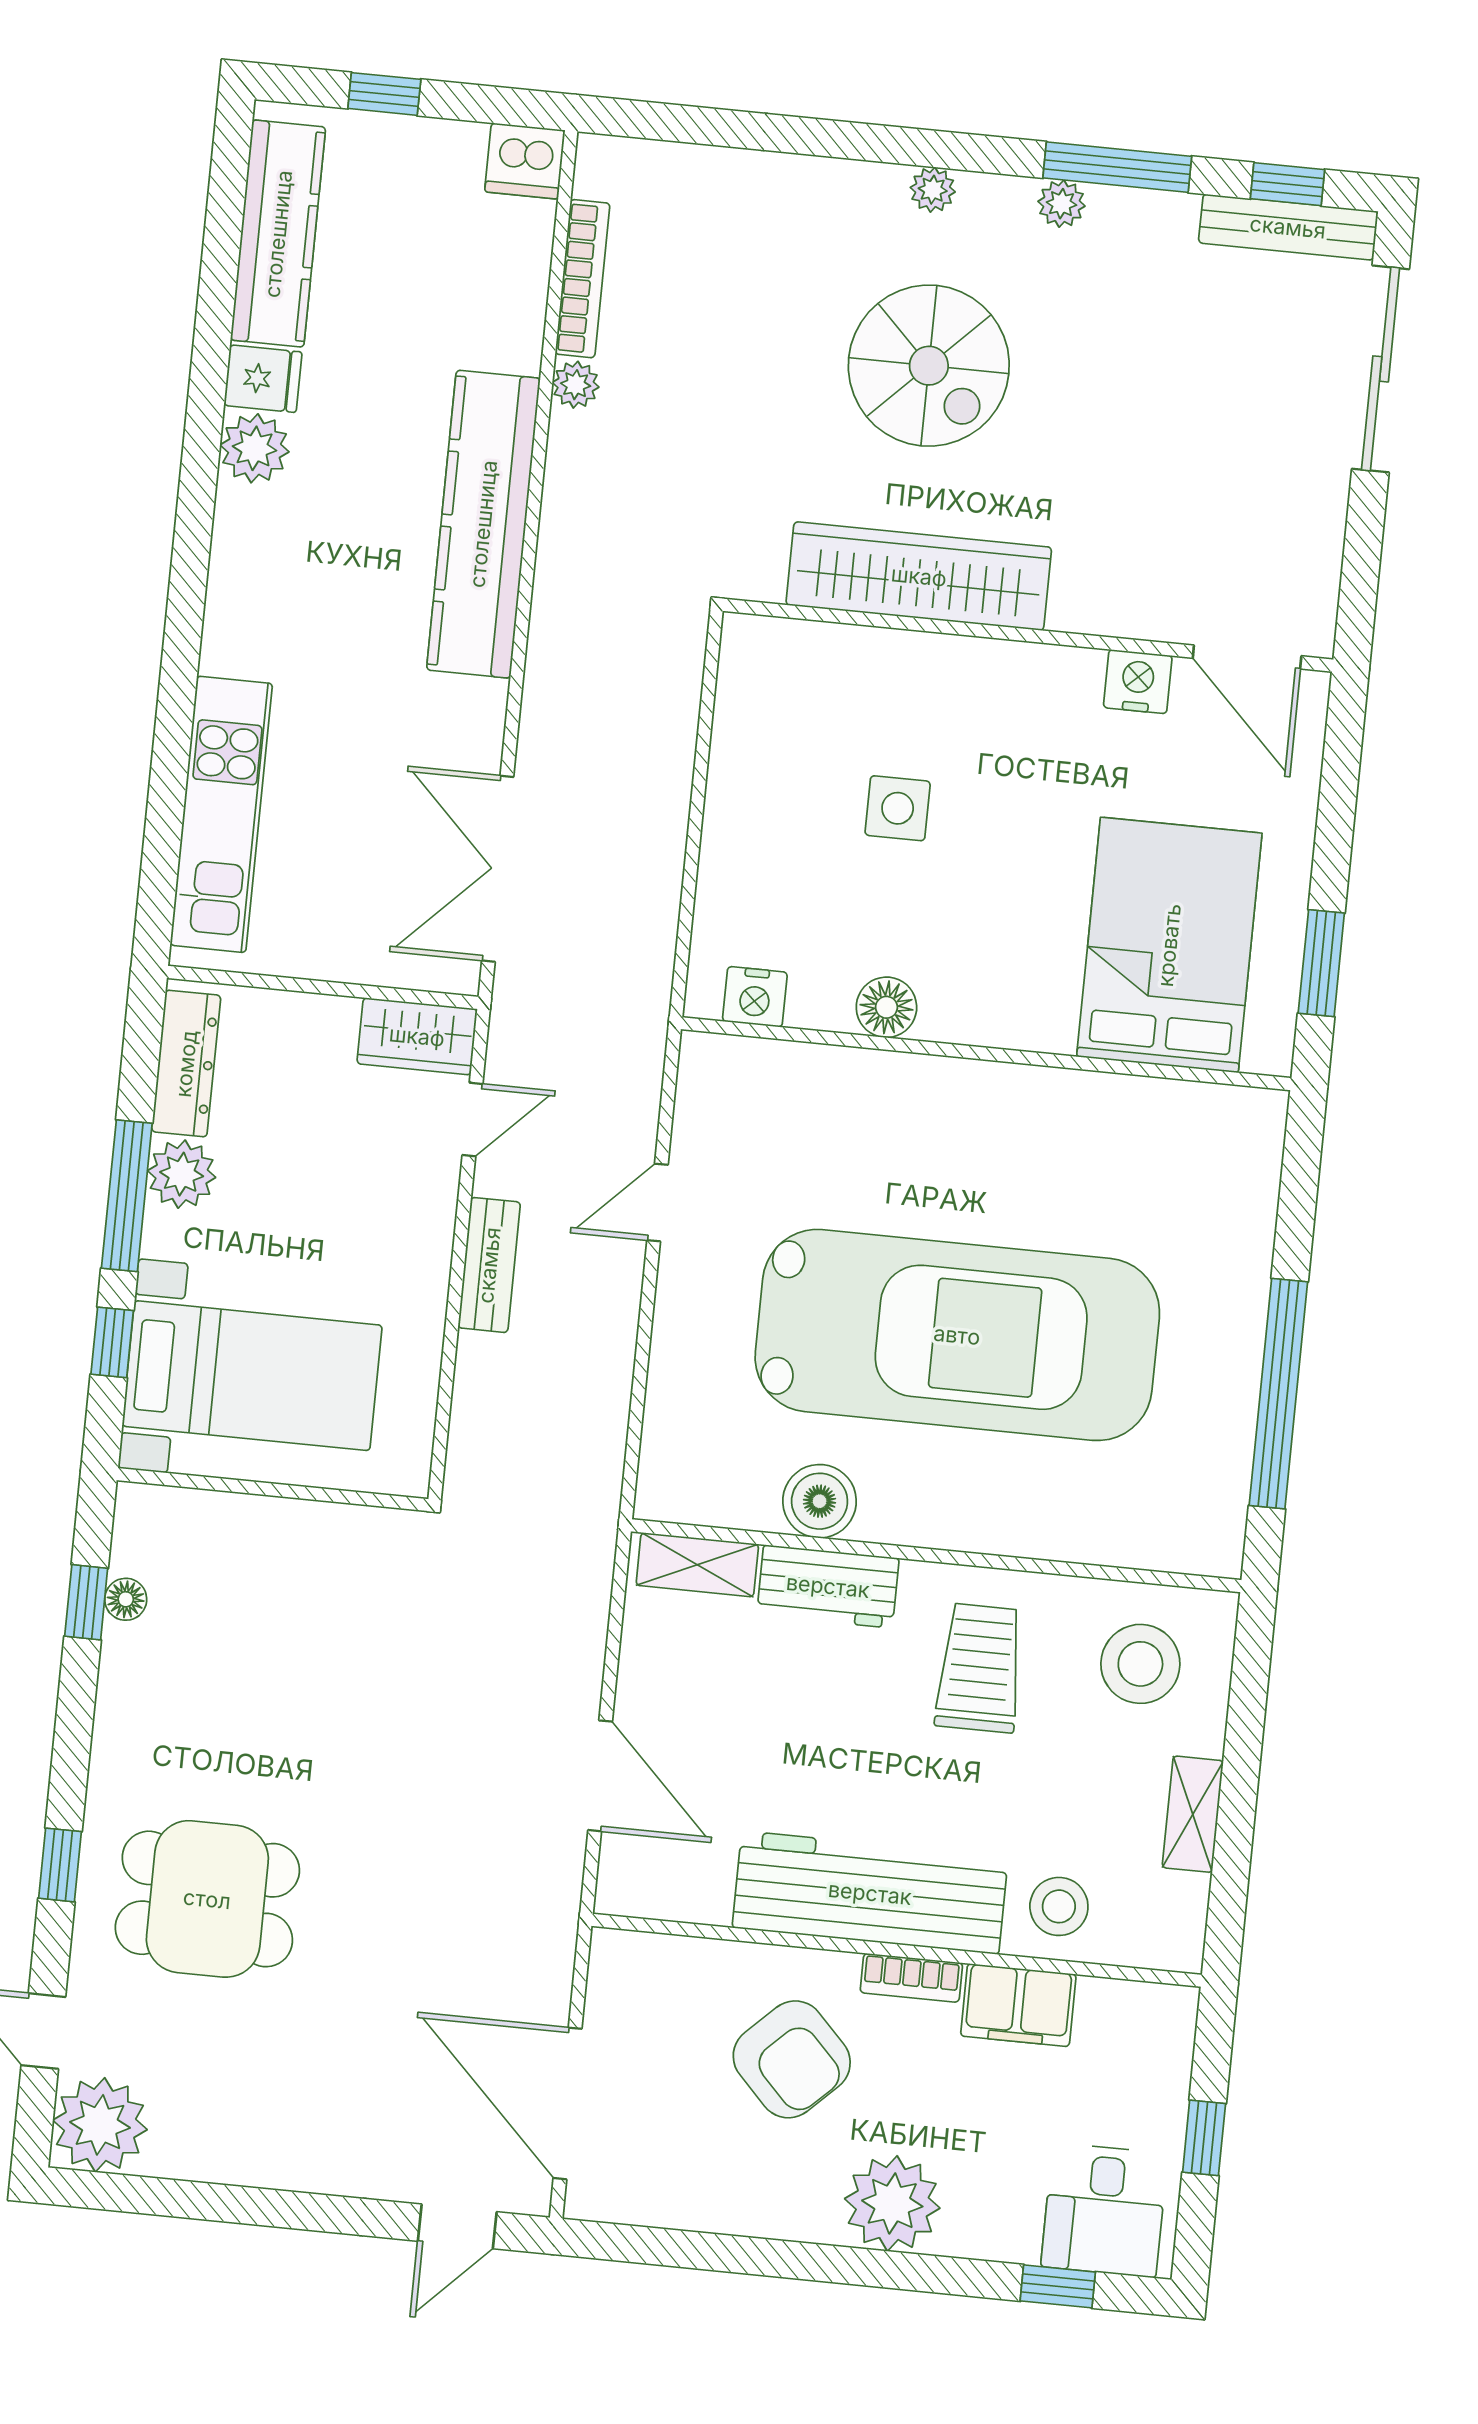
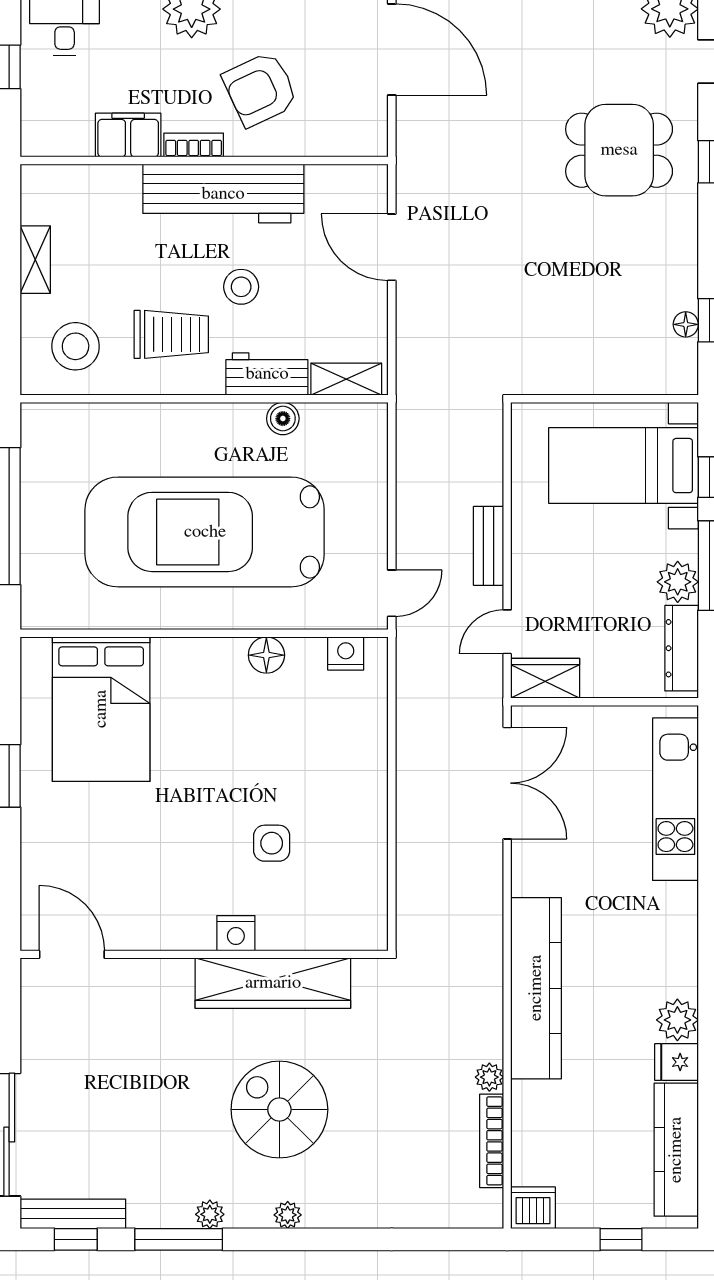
nightstand: (1138, 682) -> (236, 933), moved
bed: (1169, 945) -> (101, 709), moved
nightstand: (755, 997) -> (346, 653), moved
floor lamp: (886, 1007) -> (266, 655), moved
wall: (986, 1054) -> (204, 633), moved
boiler: (820, 1501) -> (283, 419), width x0.73, depth x0.73
trolley: (980, 1668) -> (171, 334), turned -90
stool: (1059, 1906) -> (241, 287), moved
armchair: (792, 2059) -> (260, 89), turned -71

